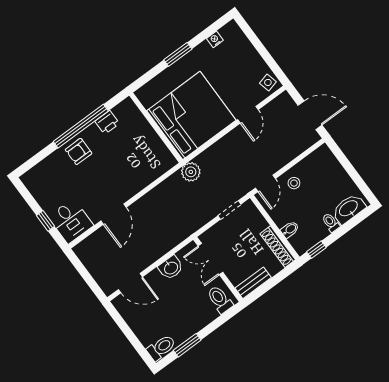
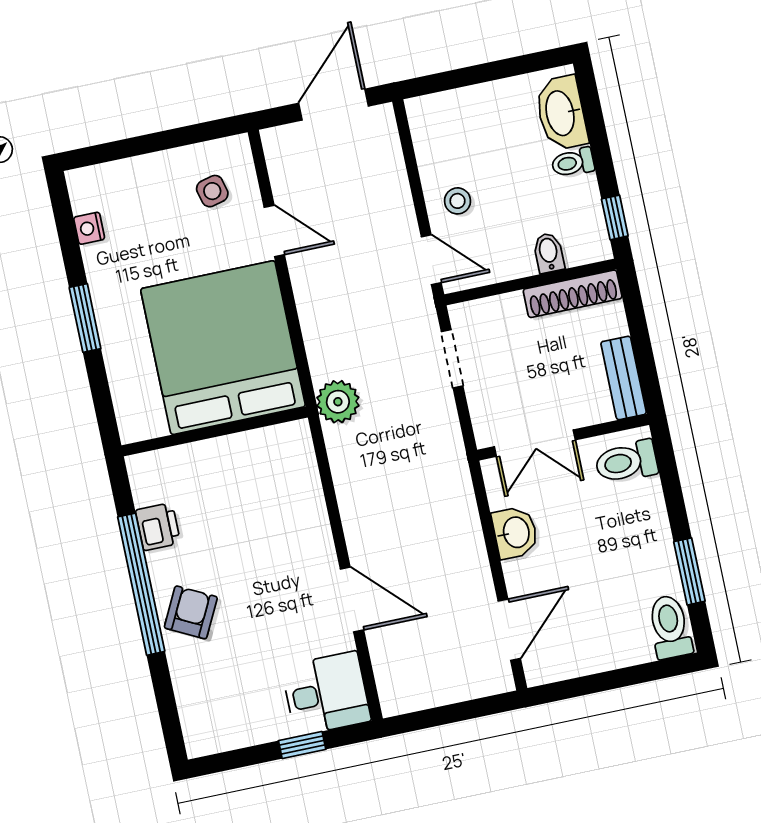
side table: (268, 82) -> (212, 191), moved
armchair: (79, 151) -> (191, 612), turned -153

